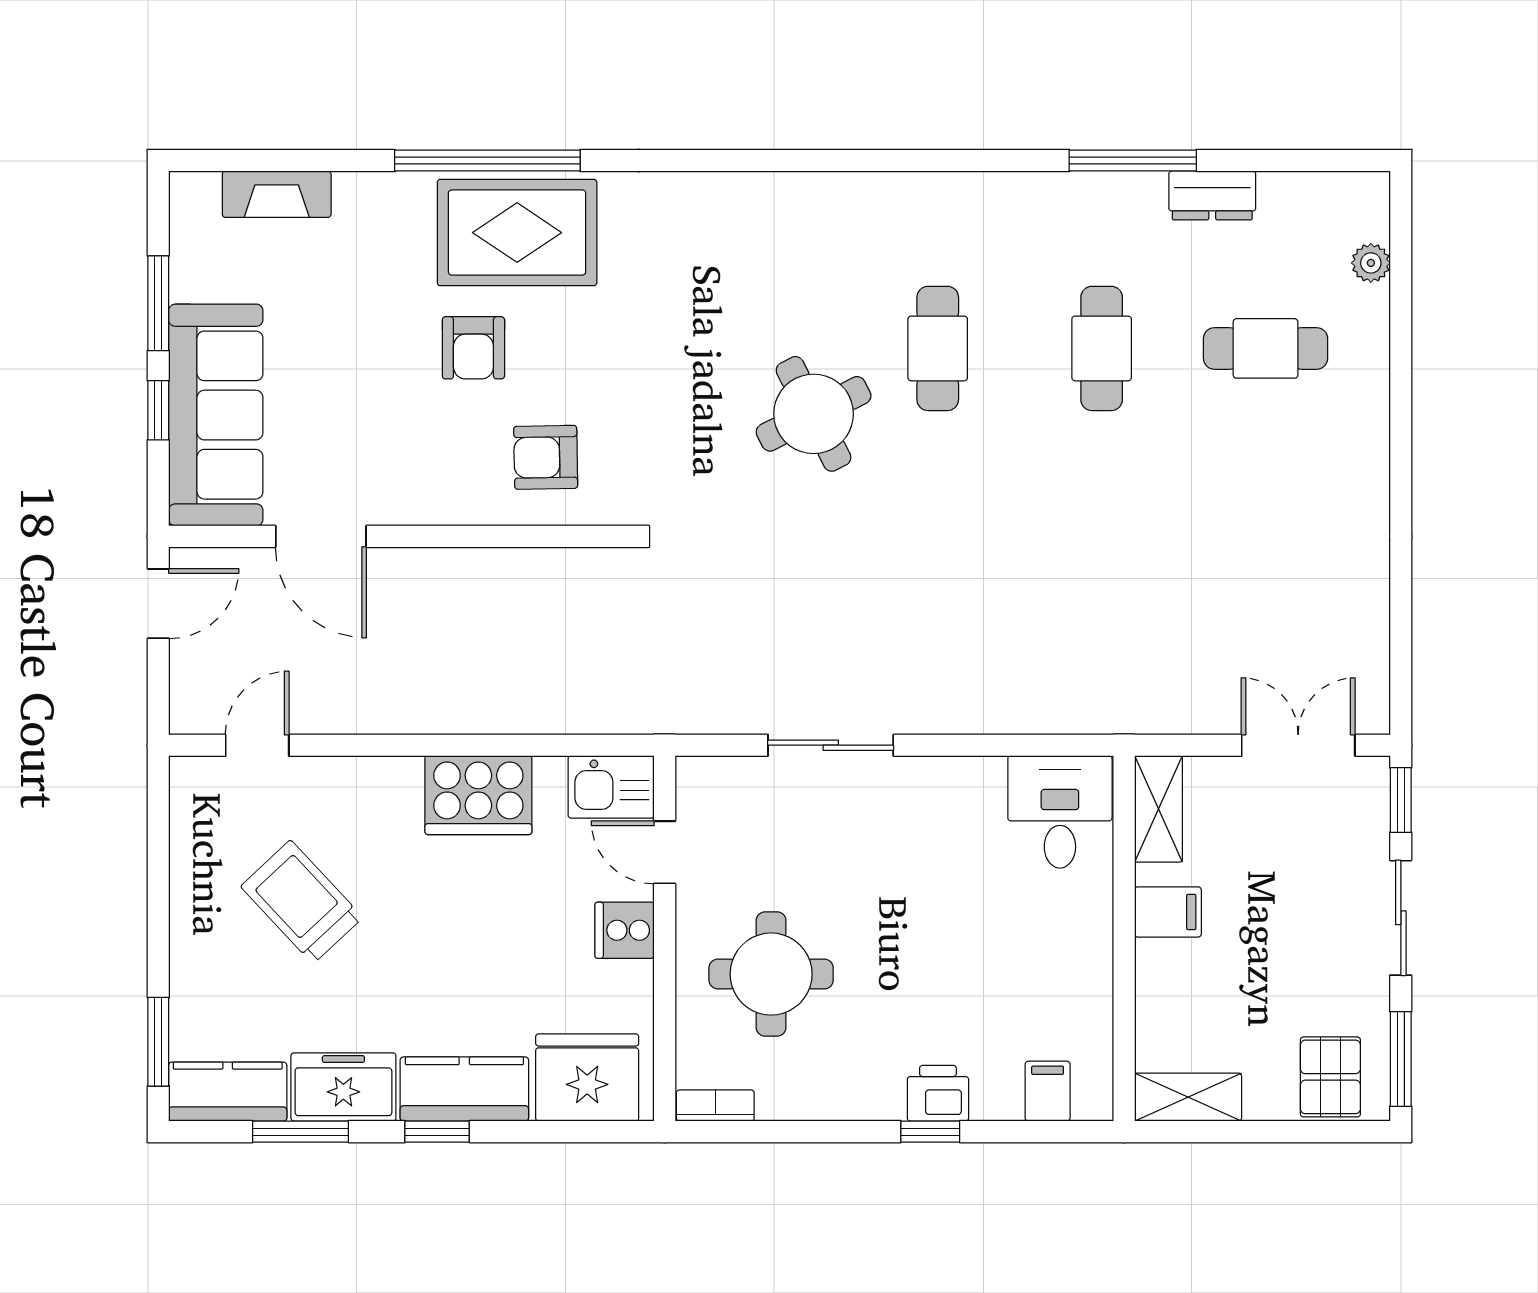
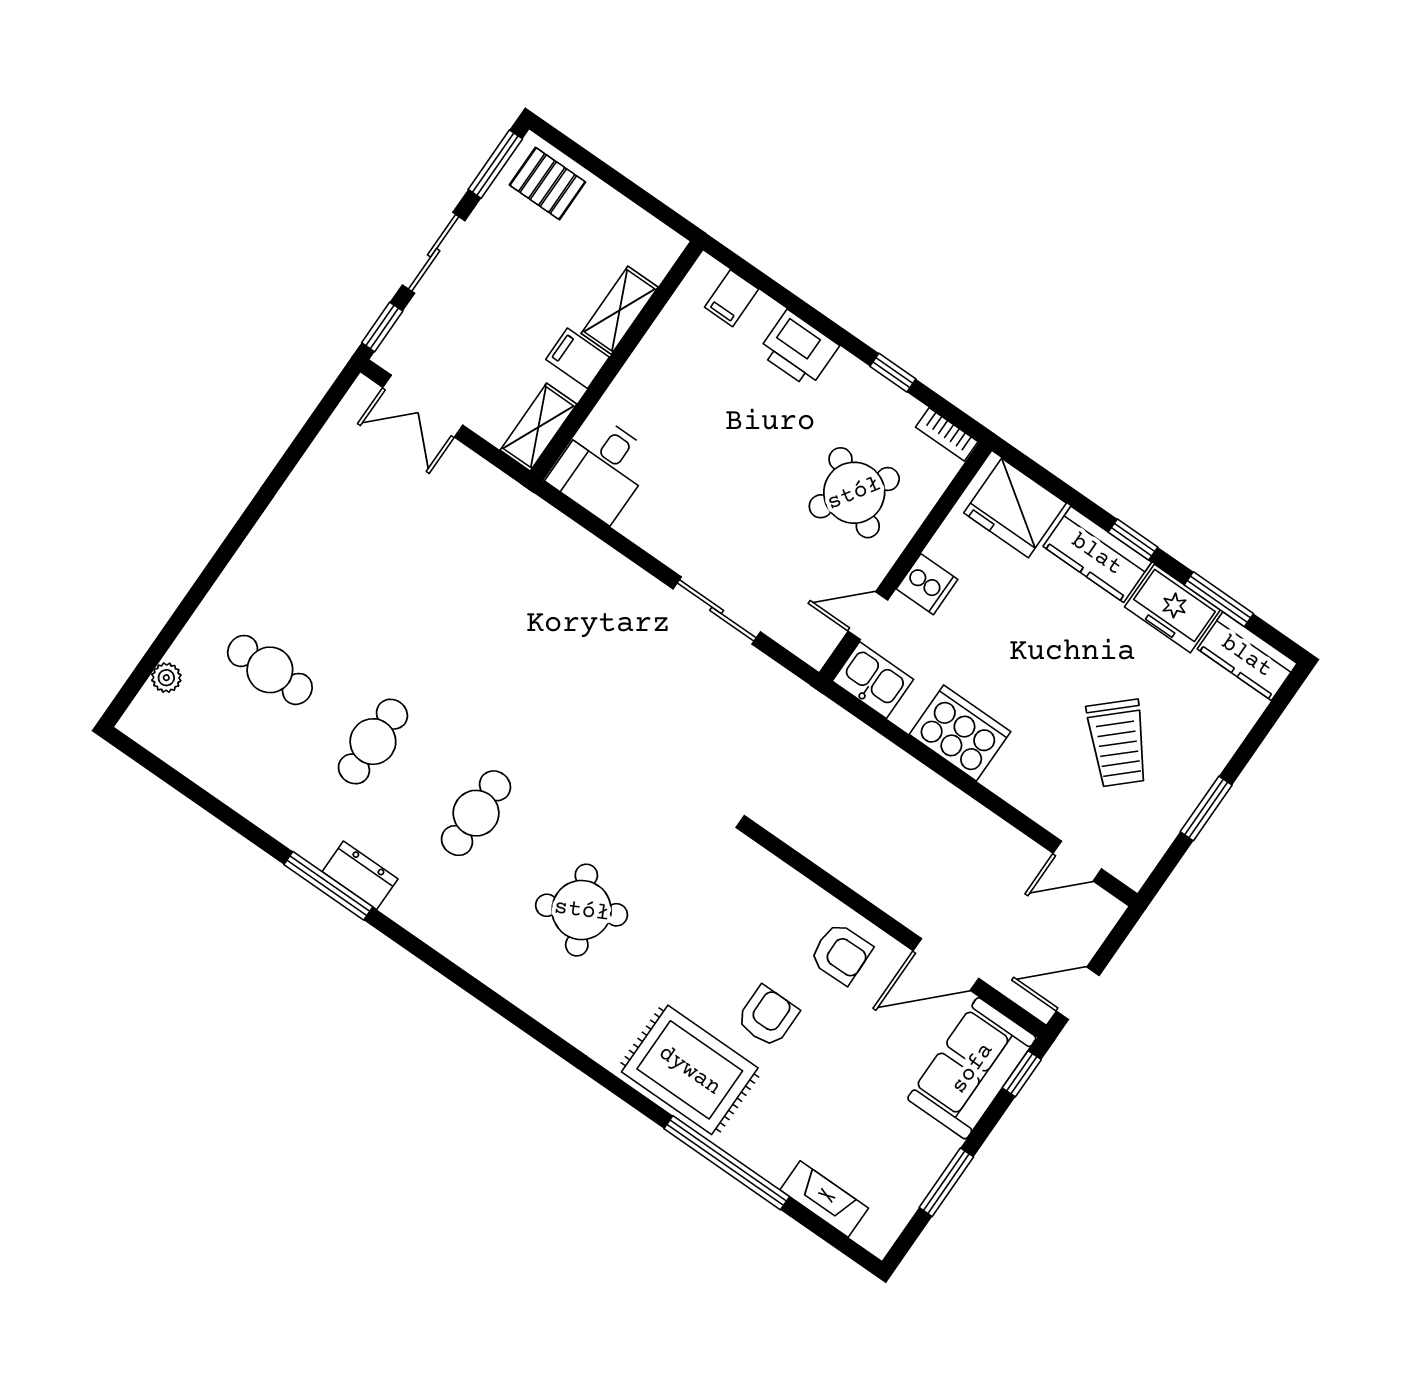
window: (487, 161) -> (727, 1163), moved
window: (1133, 161) -> (328, 886), moved
dresser: (1212, 195) -> (360, 875), moved
window: (158, 410) -> (1022, 1074), moved
round table: (814, 414) -> (582, 910), moved
sofa: (216, 415) -> (972, 1068), width x0.73
armchair: (546, 457) -> (841, 953), moved
door: (321, 536) -> (946, 964), swing flipped
door: (665, 852) -> (868, 616), swing flipped
round table: (771, 974) -> (854, 493), turned 33
window: (158, 1042) -> (1206, 808), moved
pallet: (1330, 1077) -> (547, 184), turned 90
printer: (938, 1093) -> (798, 349), width x1.36, depth x1.24
shelving: (1188, 1097) -> (620, 310), moved, turned 90
window: (930, 1132) -> (893, 373), moved

